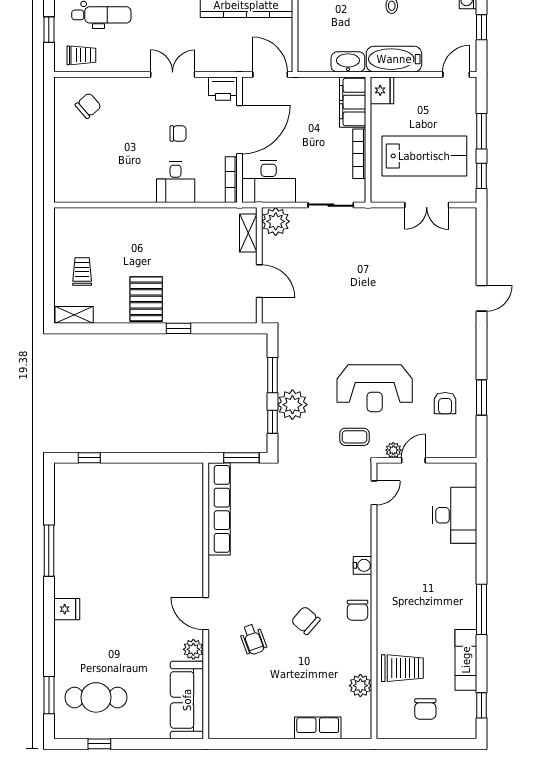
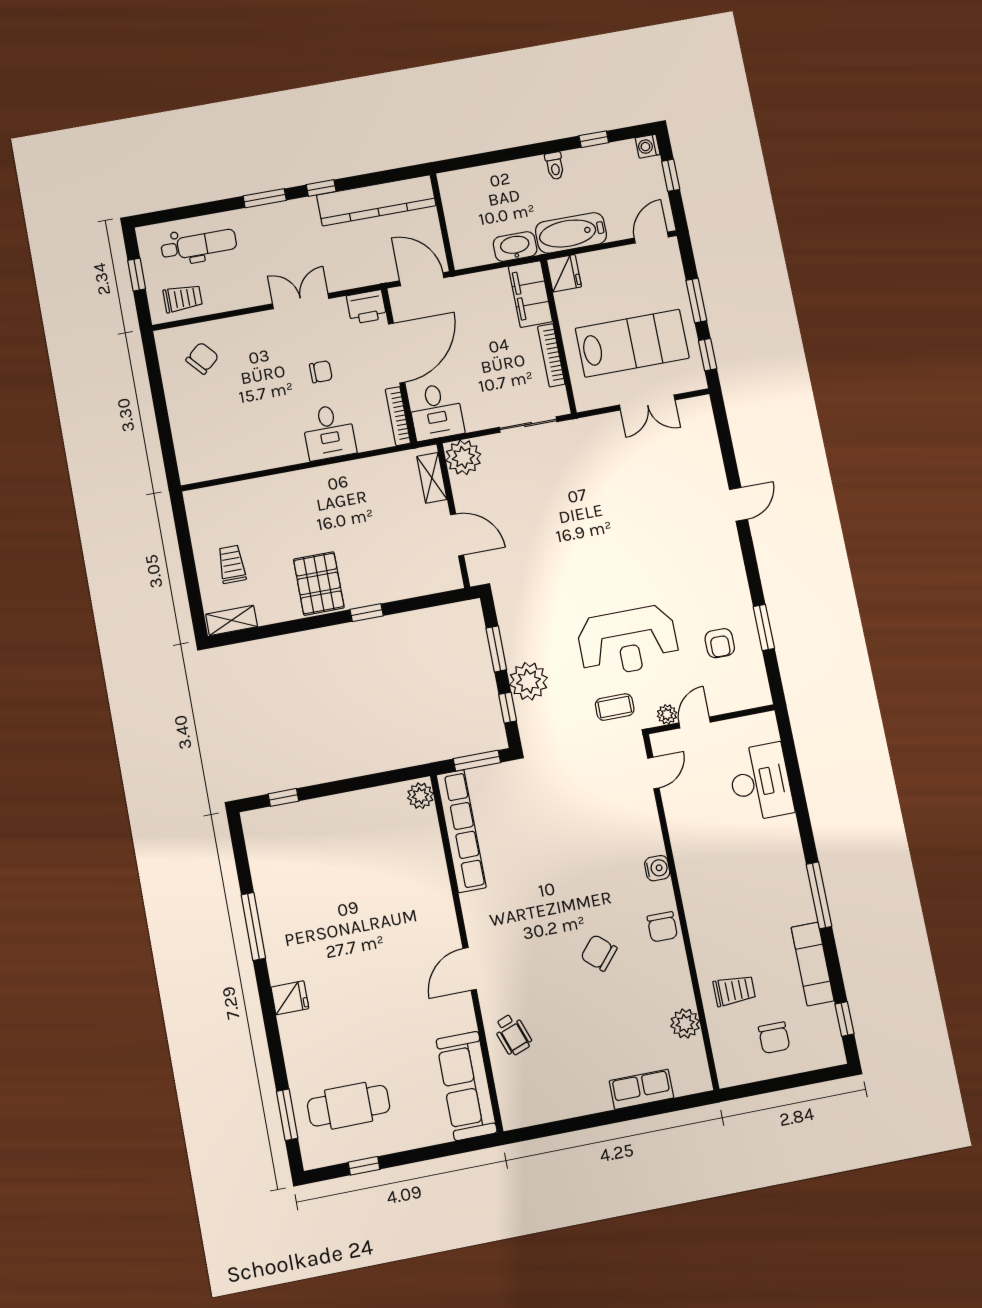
desk: (269, 182) -> (436, 412), width x0.73
door: (206, 614) -> (470, 969), hinge flipped
wheelchair: (253, 639) -> (513, 1034), moved
plant: (193, 649) -> (420, 796), moved
trolley: (402, 668) -> (734, 991), width x0.73, depth x0.72

